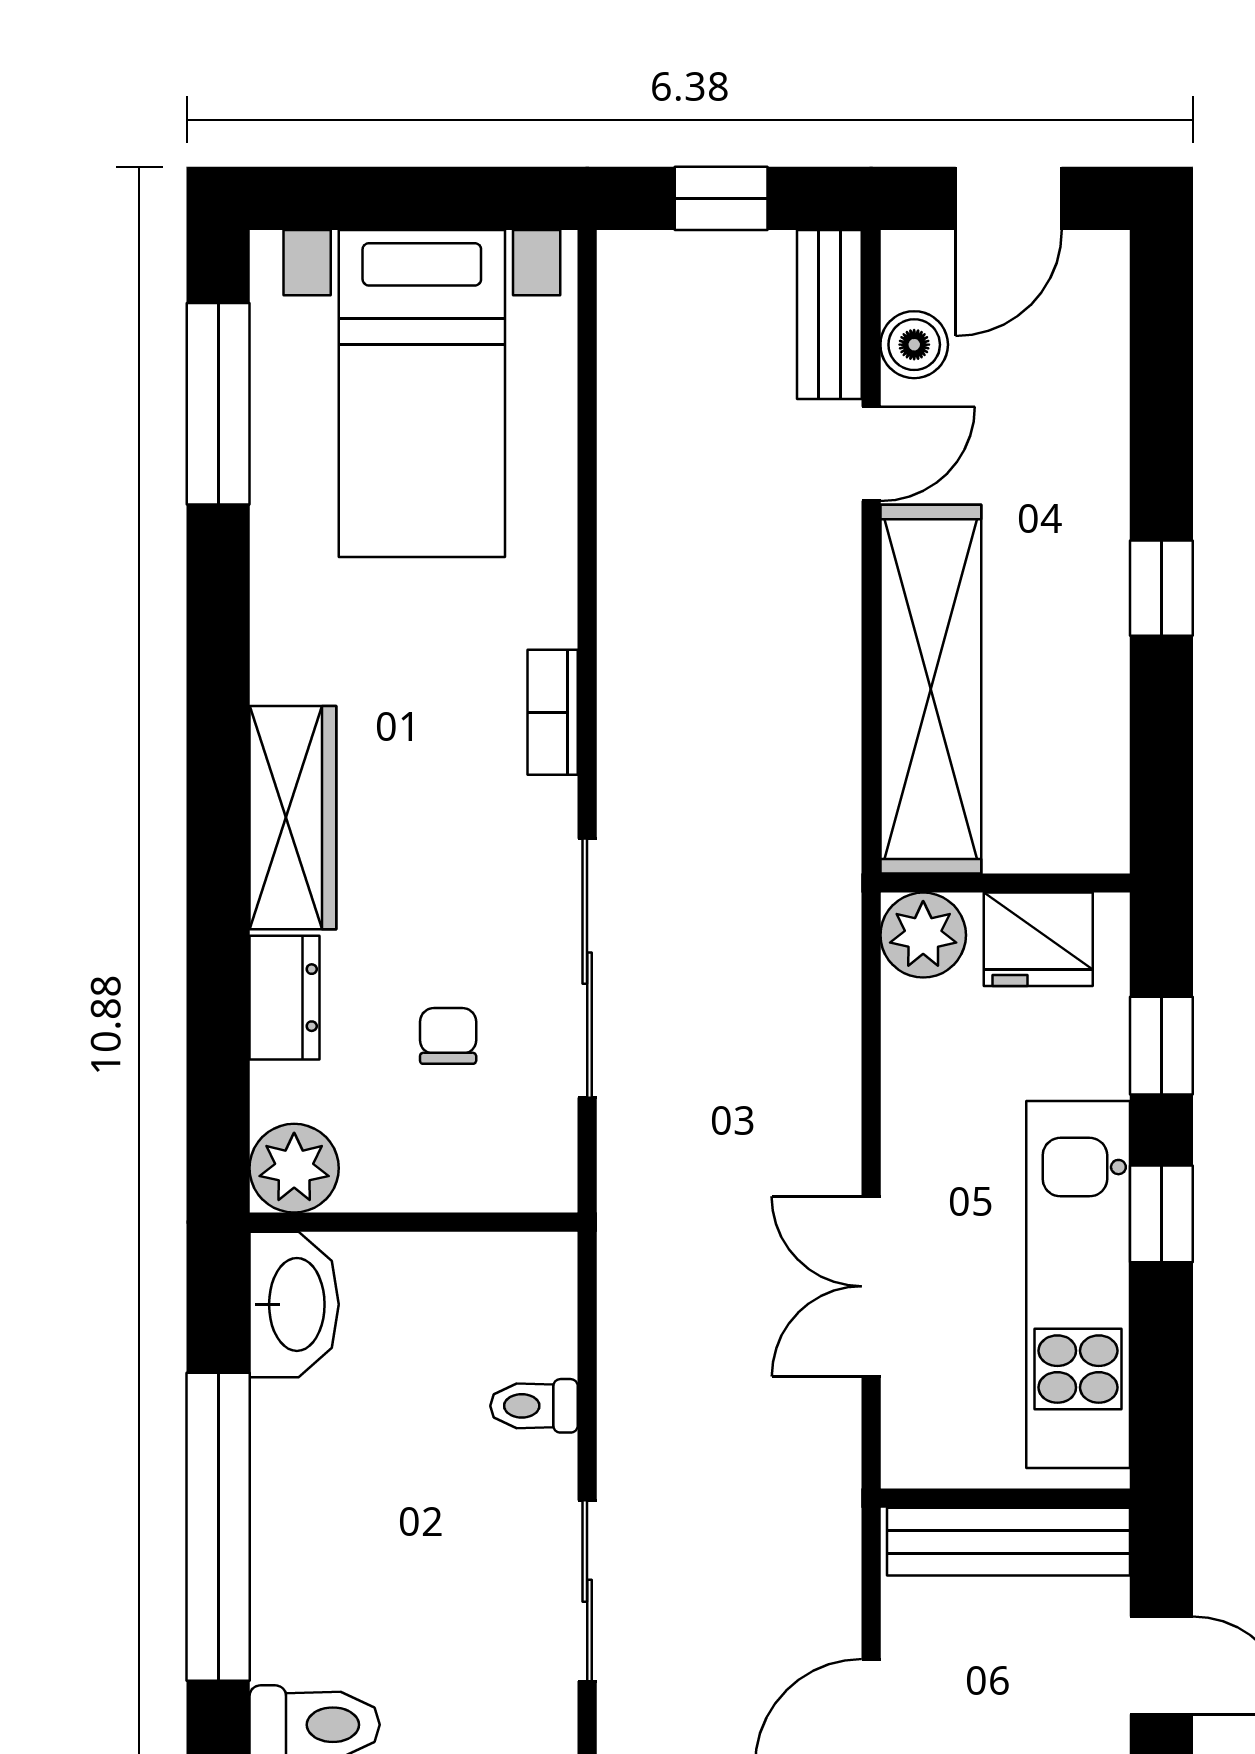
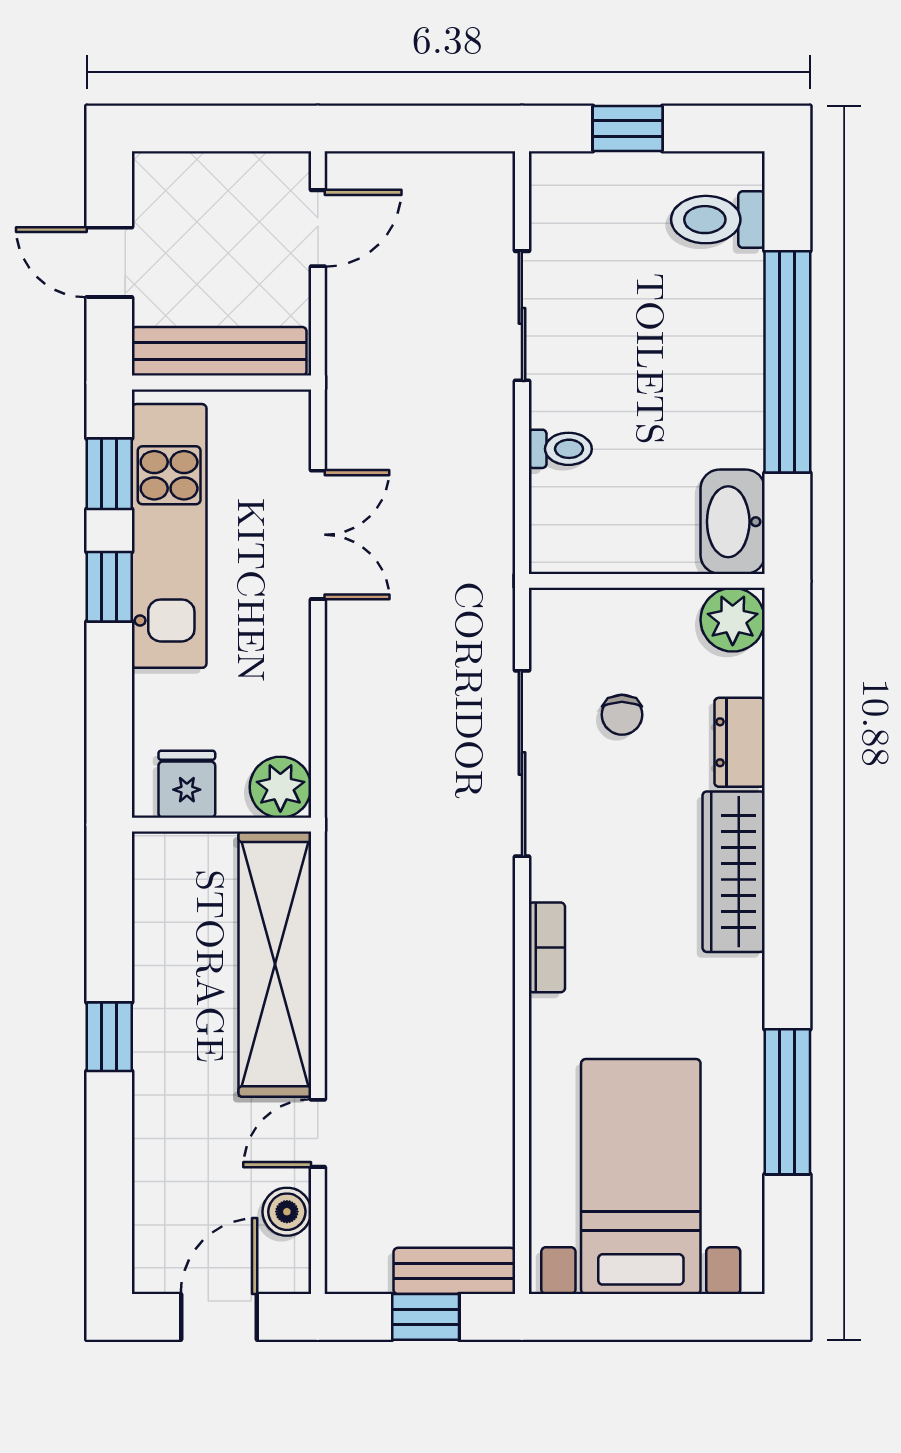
bench: (829, 315) -> (454, 1271), moved, turned 90
window: (218, 404) -> (787, 1102), moved
fridge: (1038, 939) -> (187, 784), width x0.72
window: (1161, 1046) -> (109, 474), moved

